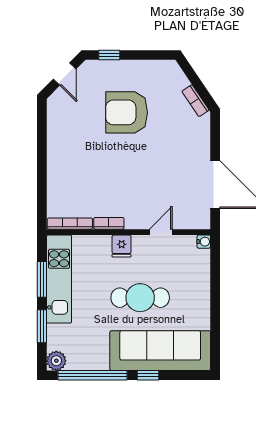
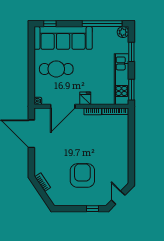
armchair: (127, 112) -> (82, 175), turned -90
door: (161, 232) -> (63, 106), width x1.87
window: (42, 279) -> (131, 90), moved
cafe table: (140, 298) -> (56, 69), moved
window: (148, 375) -> (50, 24), moved

